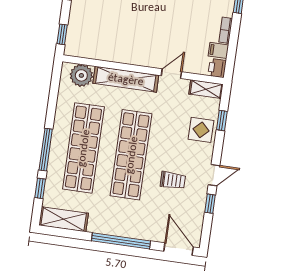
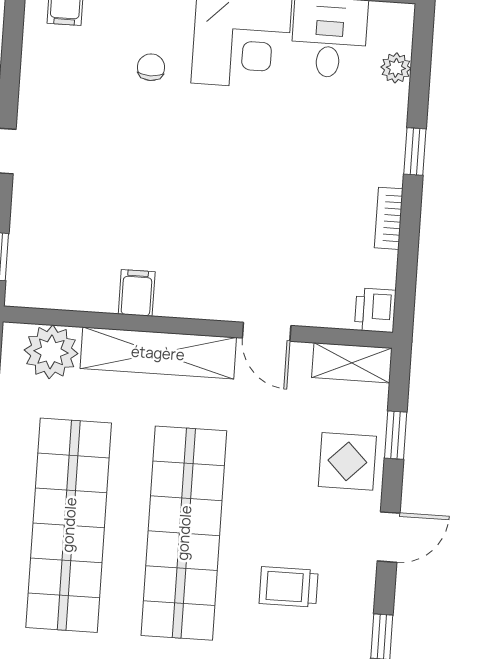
filing cabinet: (218, 50) -> (137, 293), moved, turned 90
door: (171, 74) -> (267, 332), swing flipped
door: (214, 175) -> (389, 537), moved
trolley: (173, 180) -> (289, 587), turned 180

